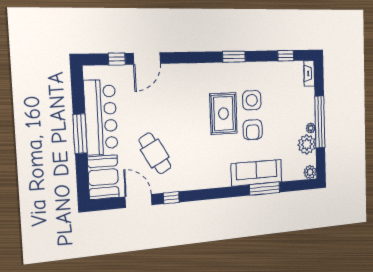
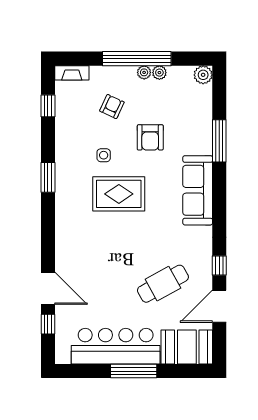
side table: (252, 100) -> (104, 155), width x0.54, depth x0.54
armchair: (287, 105) -> (112, 107), added
armchair: (253, 130) -> (150, 137), moved, turned 90
plant: (307, 144) -> (159, 73), width x0.53, depth x0.53
sofa: (257, 173) -> (198, 190), moved

